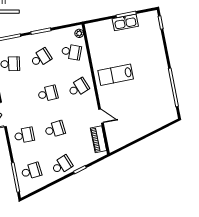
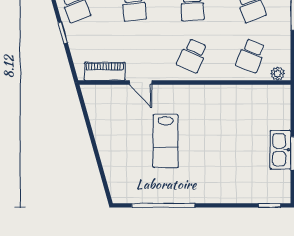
lab bench: (116, 75) -> (166, 141), moved, turned 180
school desk: (78, 88) -> (192, 56), turned 45
door: (101, 116) -> (140, 83), hinge flipped

